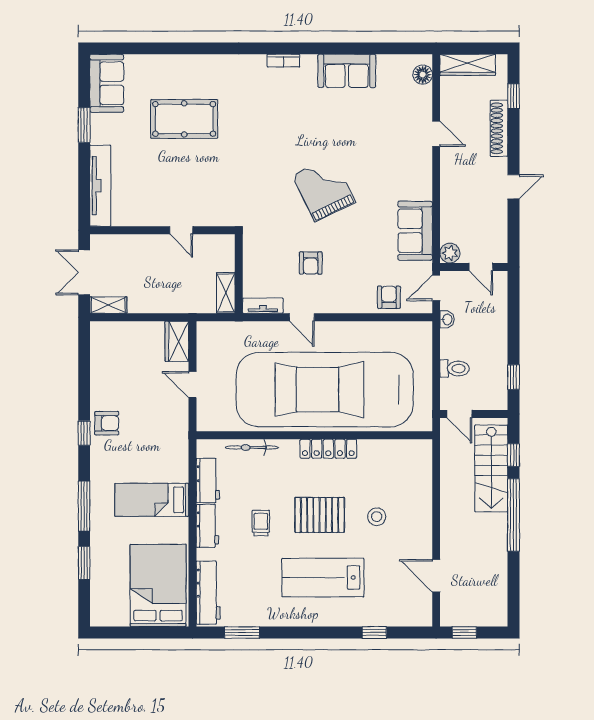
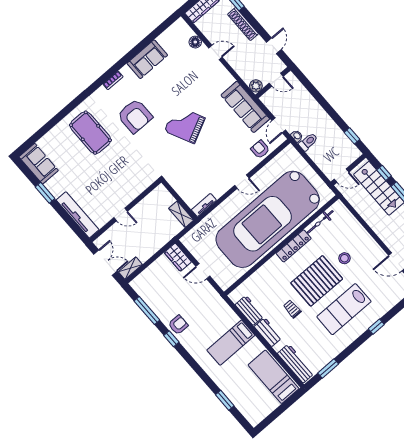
floor lamp: (423, 75) -> (195, 42), moved
pool table: (184, 119) -> (90, 133), moved, turned 90
door: (181, 230) -> (121, 214), moved
sofa: (415, 231) -> (245, 107), width x1.36
plant: (450, 253) -> (256, 86), moved
armchair: (311, 263) -> (135, 116), moved, width x1.88, depth x1.88
wall: (474, 267) -> (273, 83), moved
door: (481, 267) -> (276, 80), moved
double door: (84, 272) -> (105, 263), swing flipped
door: (302, 317) -> (242, 182), moved
toilet: (455, 369) -> (308, 142), moved
bicycle: (252, 447) -> (320, 222), moved
window: (84, 506) -> (147, 310), moved
pallet: (320, 515) -> (317, 281), width x1.37, depth x1.41
bed: (158, 585) -> (273, 377), width x0.67
window: (374, 632) -> (376, 327), moved

